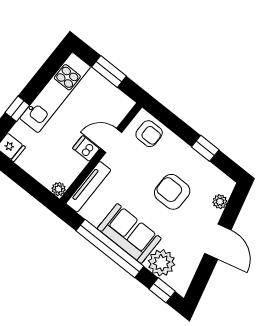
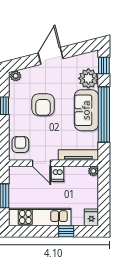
plant: (220, 202) -> (16, 76), moved

